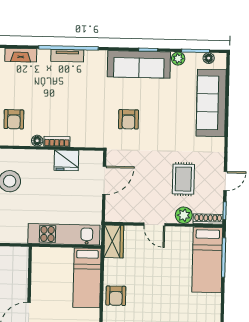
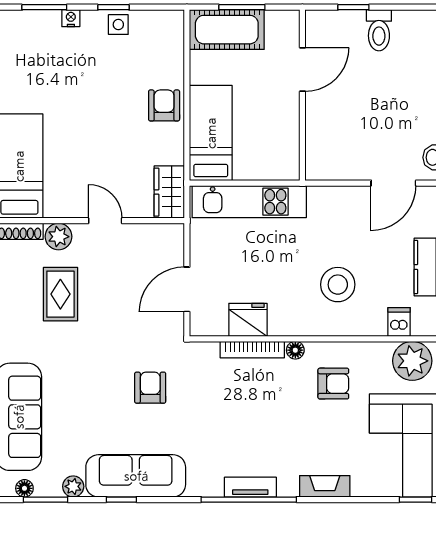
armchair: (14, 119) -> (333, 384), turned 90
bookcase: (57, 142) -> (252, 350), width x1.56

